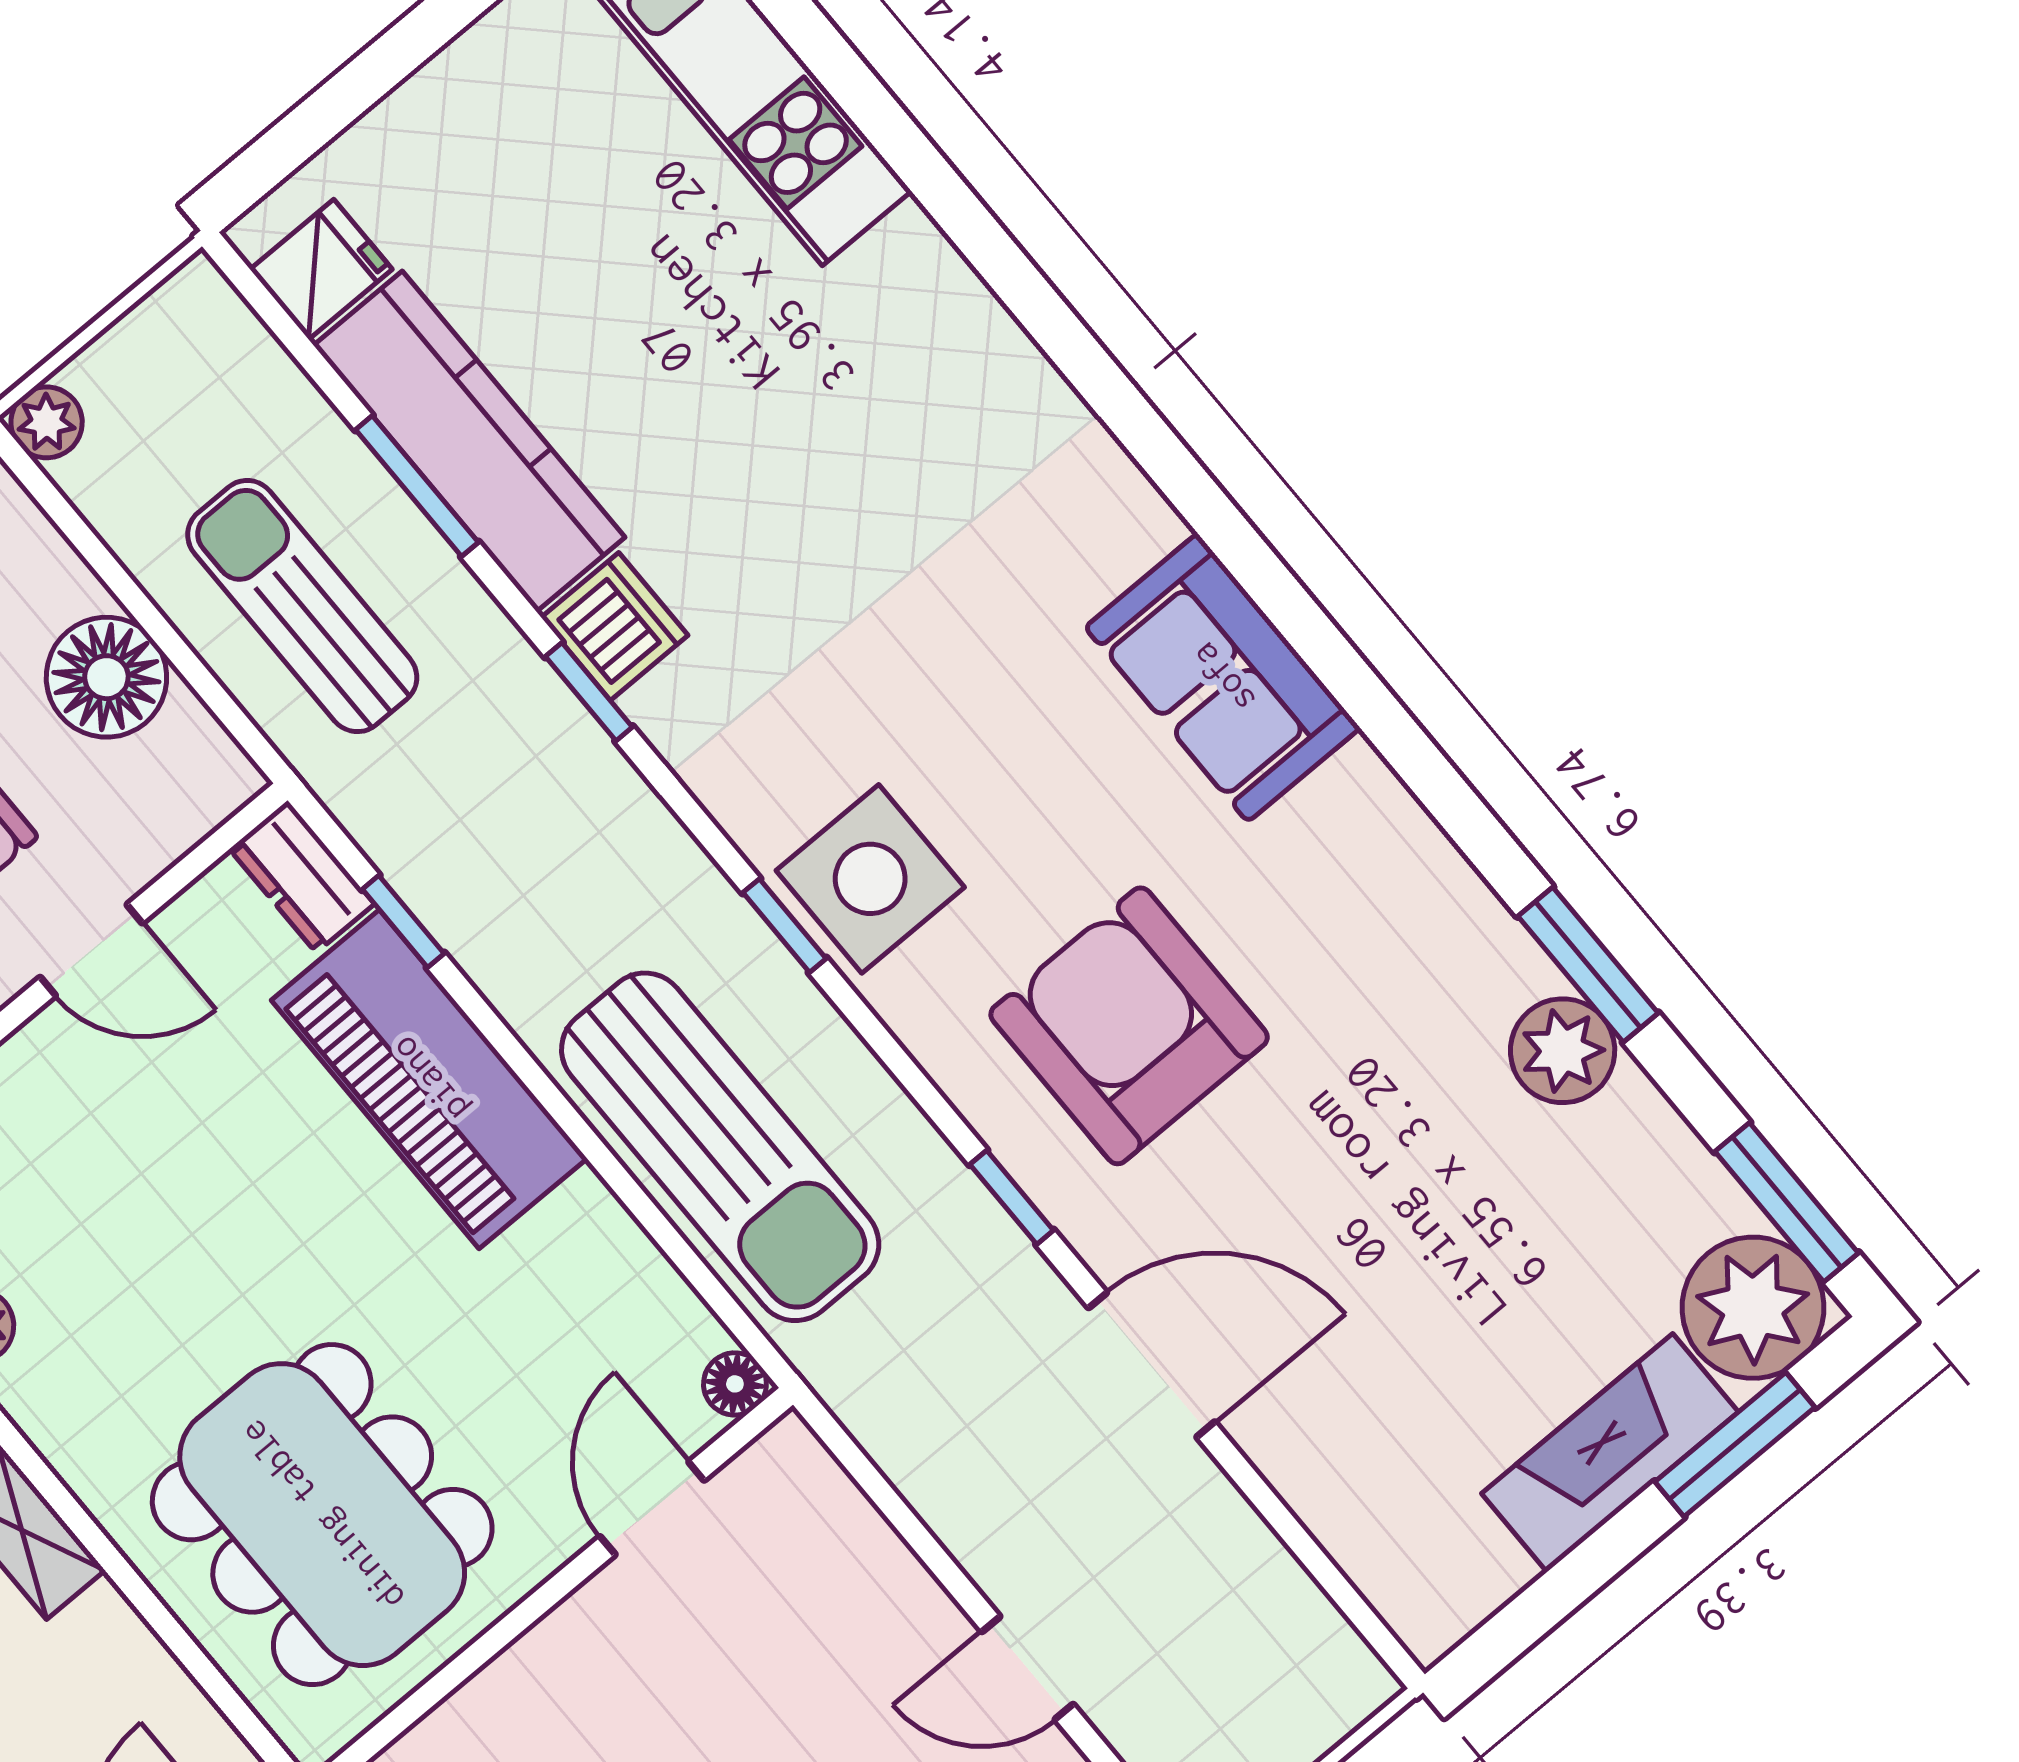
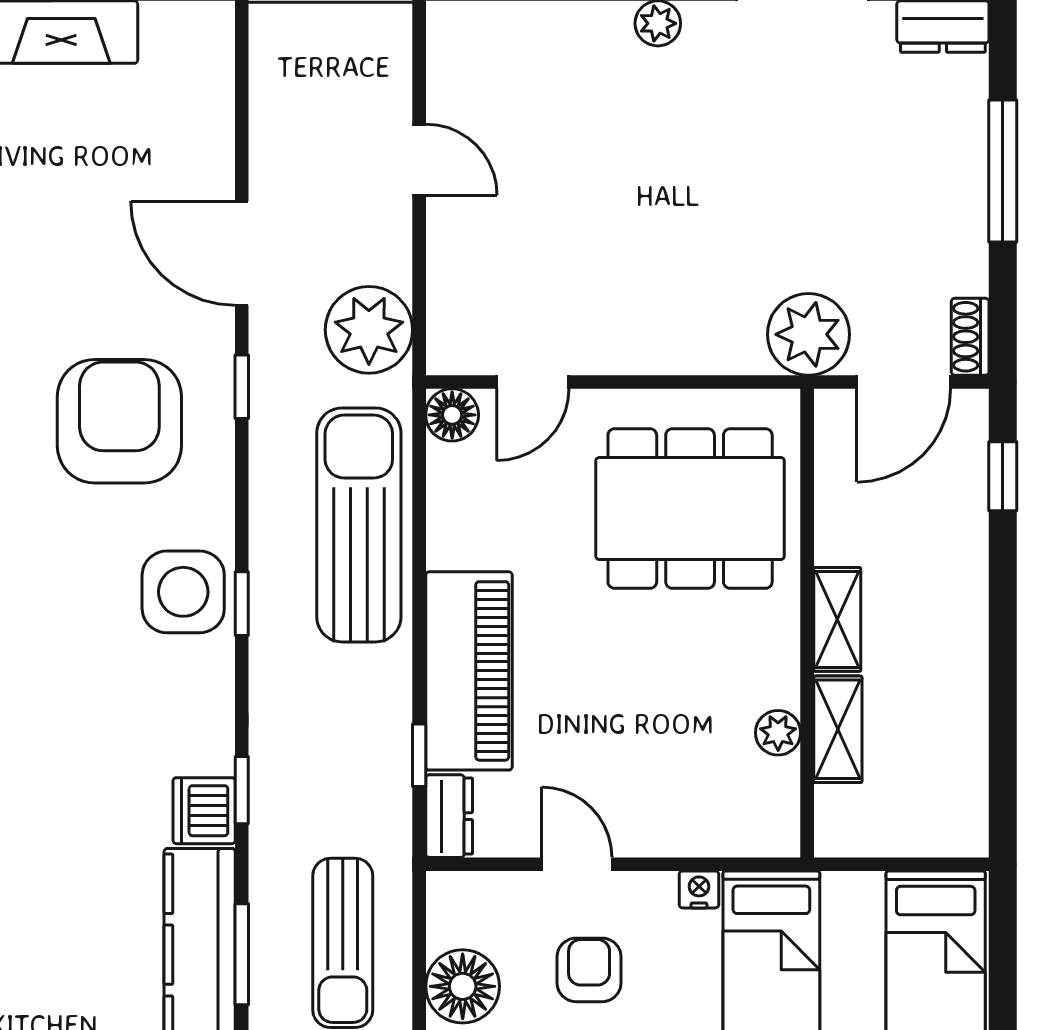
armchair: (1129, 1026) -> (119, 421), turned 180
floor lamp: (735, 1384) -> (452, 415), width x1.37, depth x1.37
plant: (912, 1402) -> (369, 330), added
dining table: (322, 1515) -> (690, 509), turned 90

